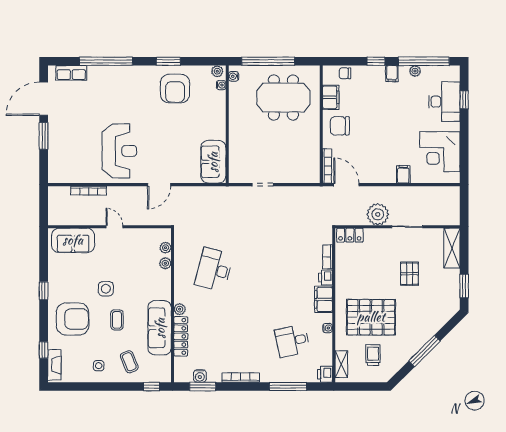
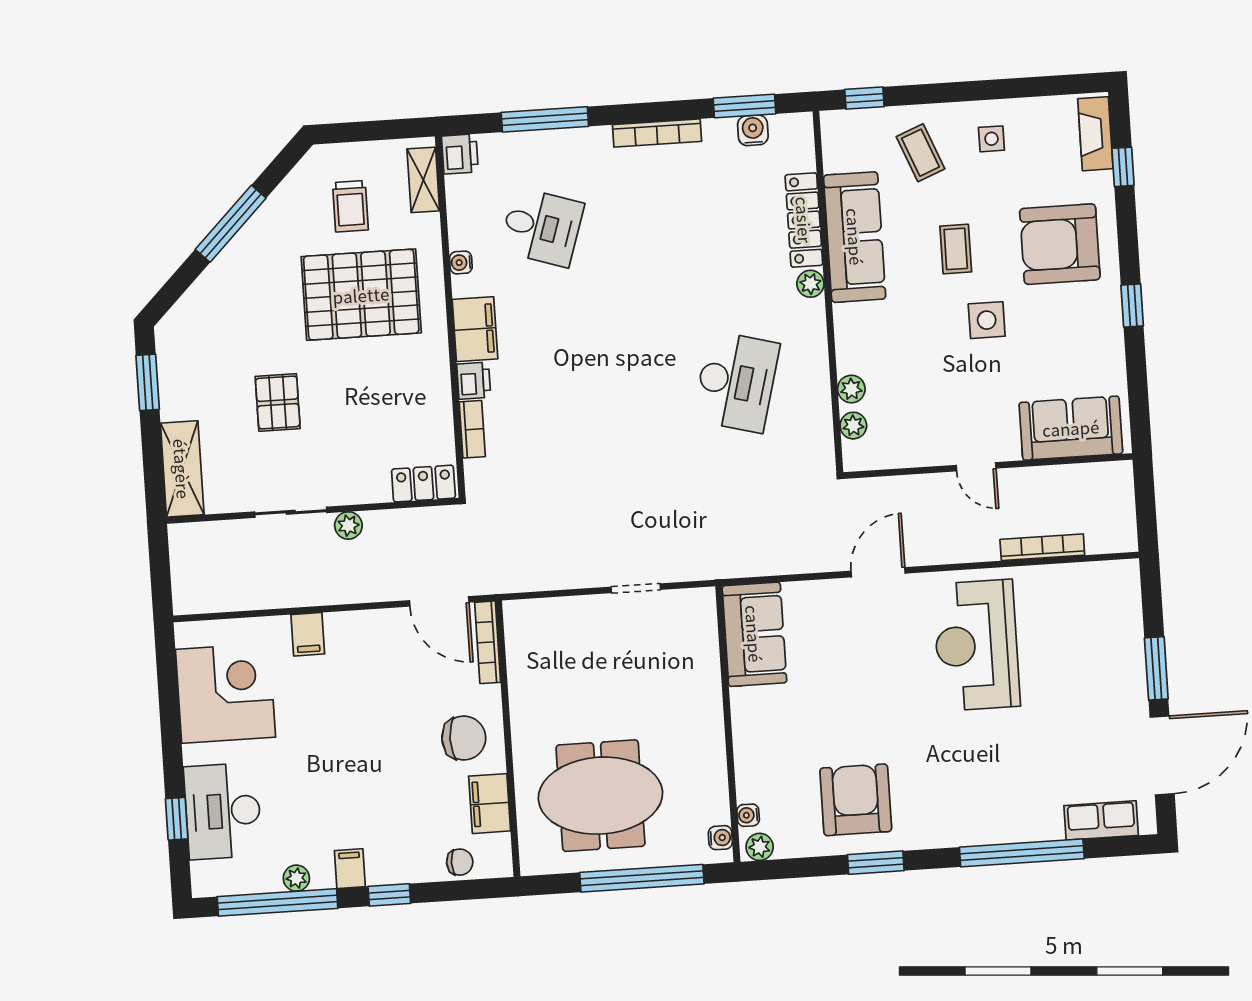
plant: (378, 214) -> (348, 525), width x0.53, depth x0.53
desk: (292, 341) -> (542, 227), turned 30

